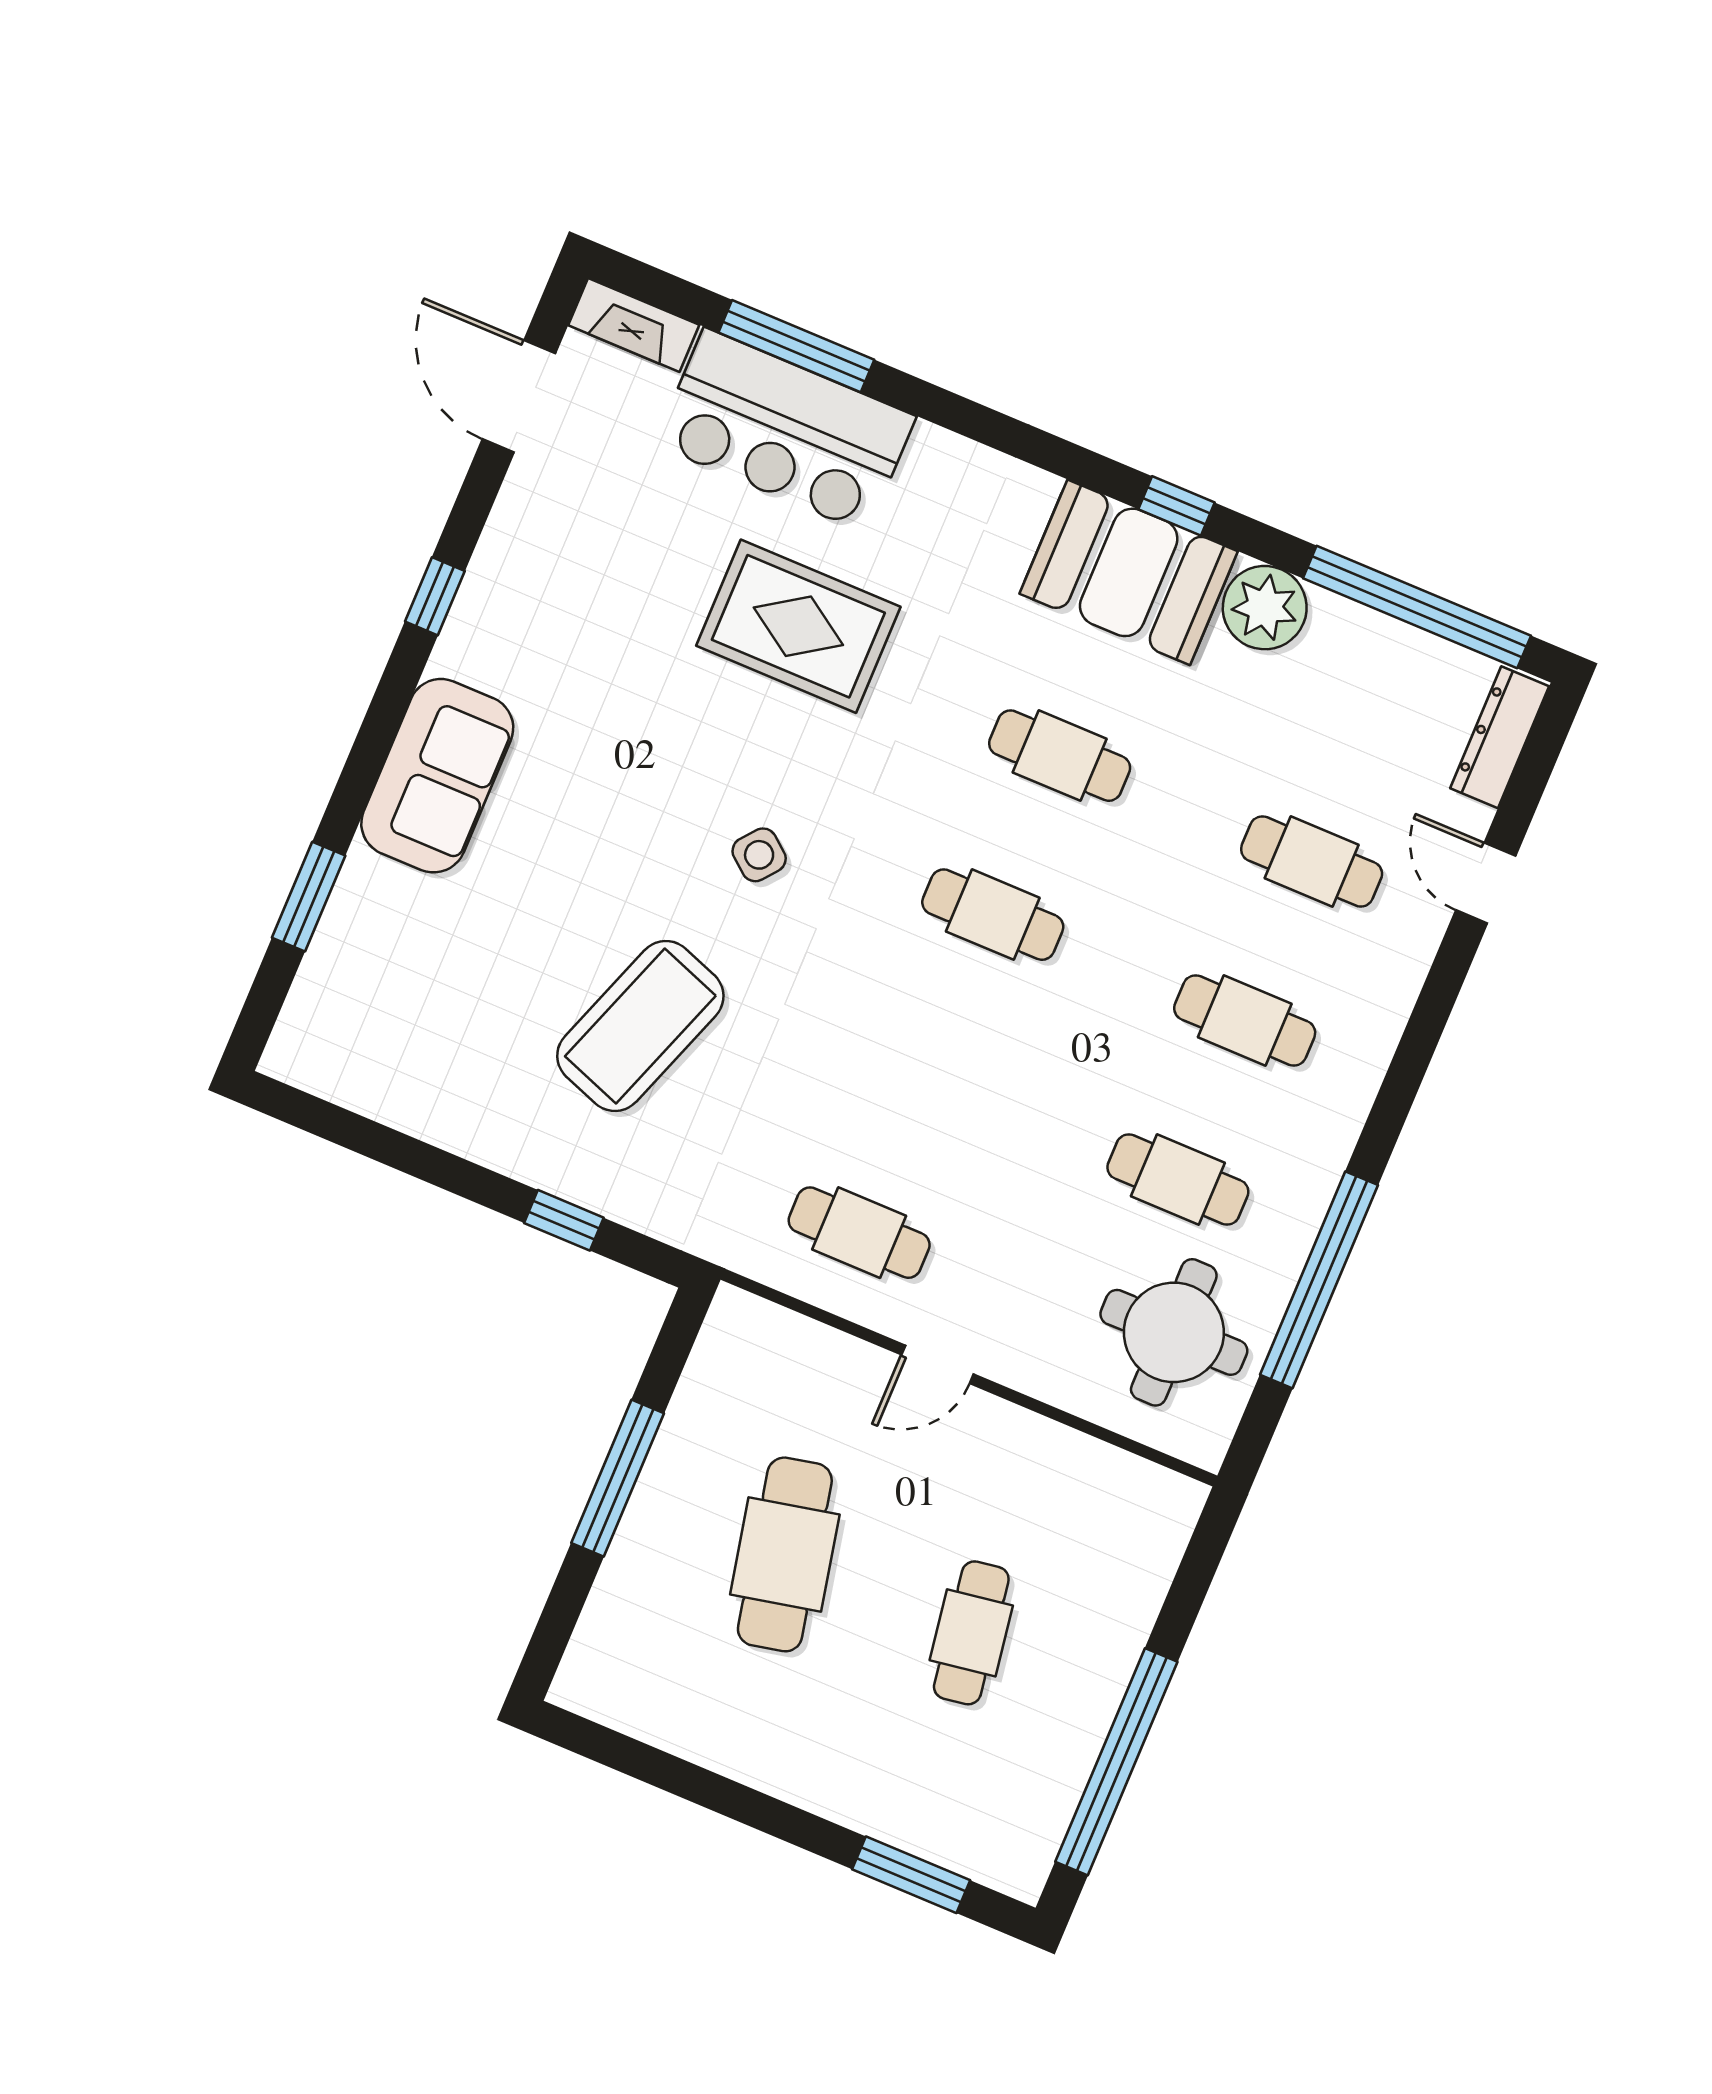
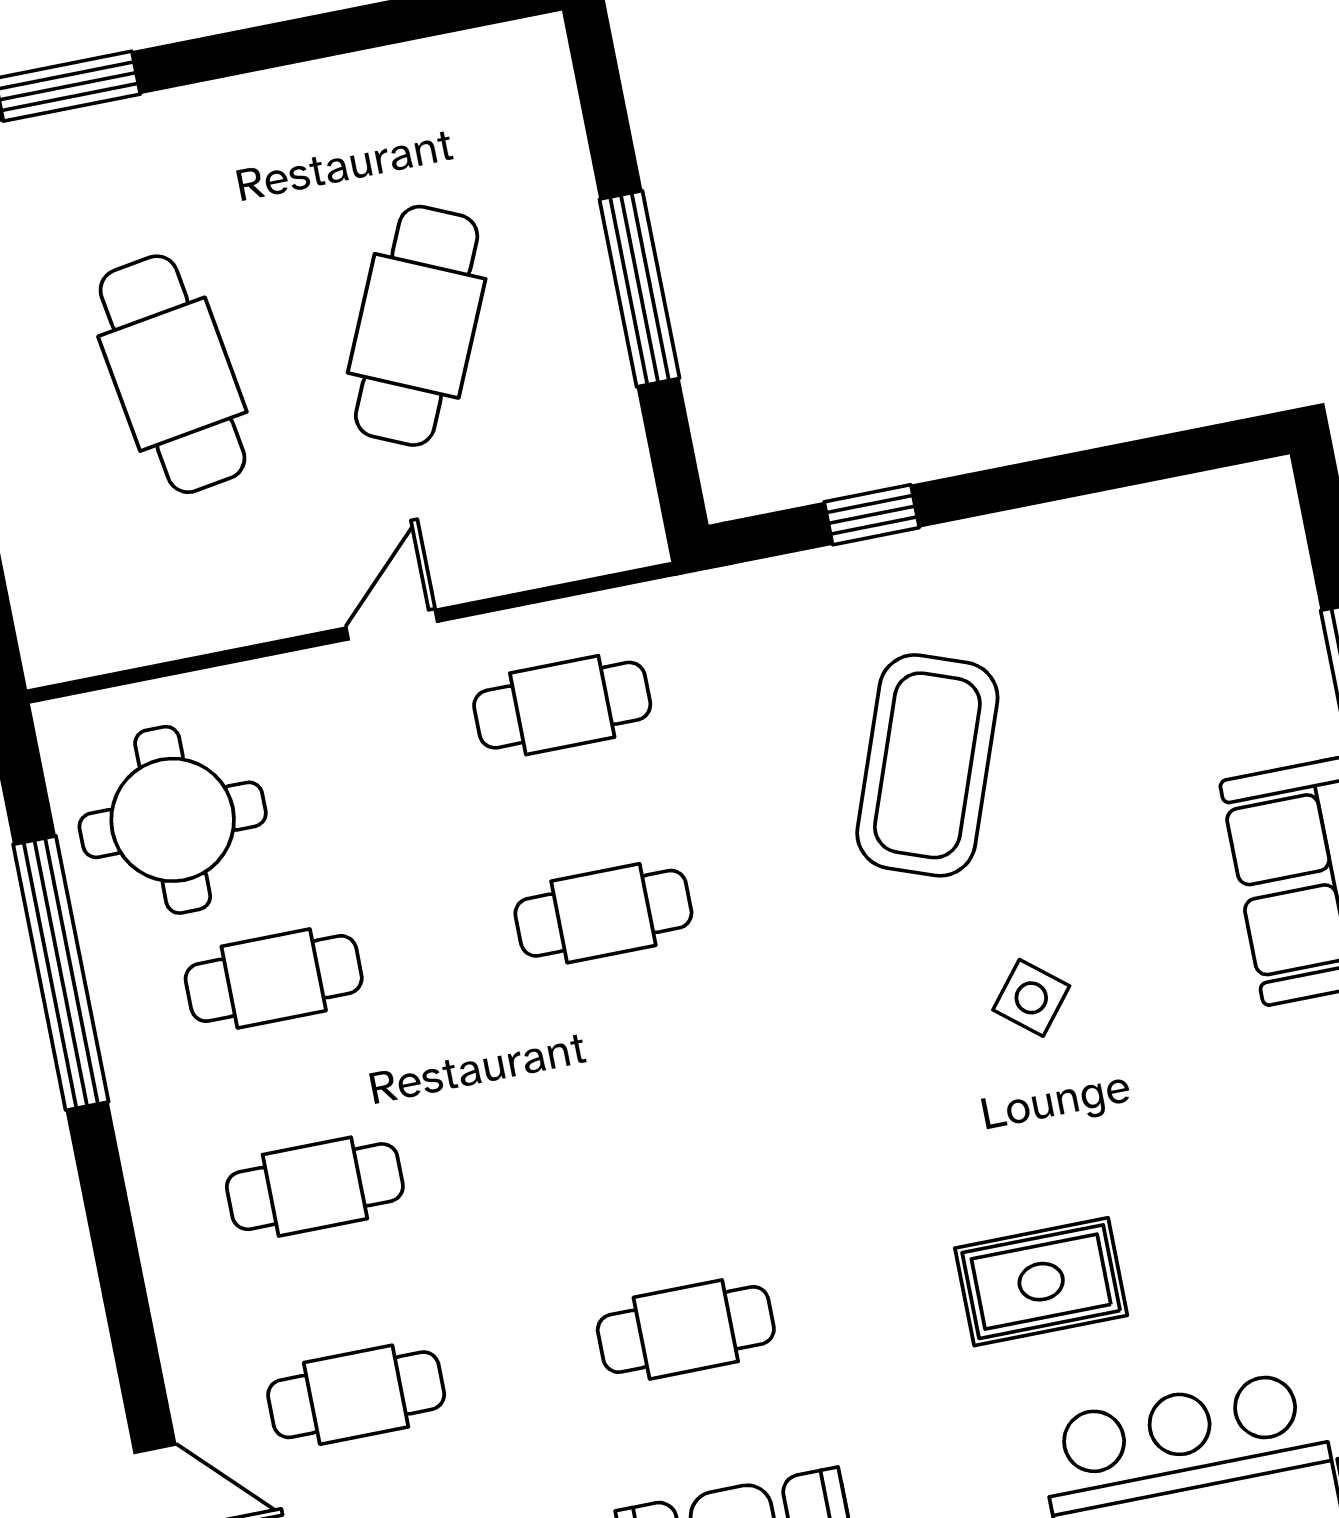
rug: (798, 626) -> (1041, 1282), width x0.73, depth x0.70
side table: (759, 855) -> (1031, 998), moved
cafe table: (993, 915) -> (603, 913), moved
cafe table: (785, 1554) -> (417, 326), turned 36
cafe table: (971, 1633) -> (172, 374), width x1.37, depth x1.35

